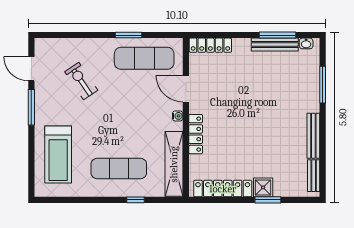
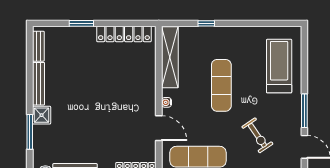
locker: (196, 134) -> (150, 85), removed
exercise mat: (119, 168) -> (221, 85), moved, turned 90
shower: (263, 187) -> (42, 115), moved

